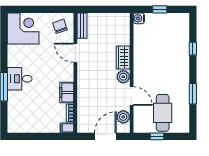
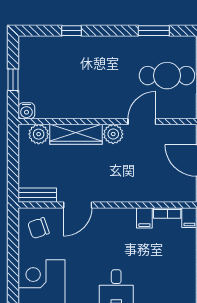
wardrobe: (123, 58) -> (76, 134), width x1.50
filing cabinet: (67, 93) -> (144, 218), width x0.50
window: (193, 94) -> (154, 31), moved
plant: (123, 117) -> (39, 134), moved

